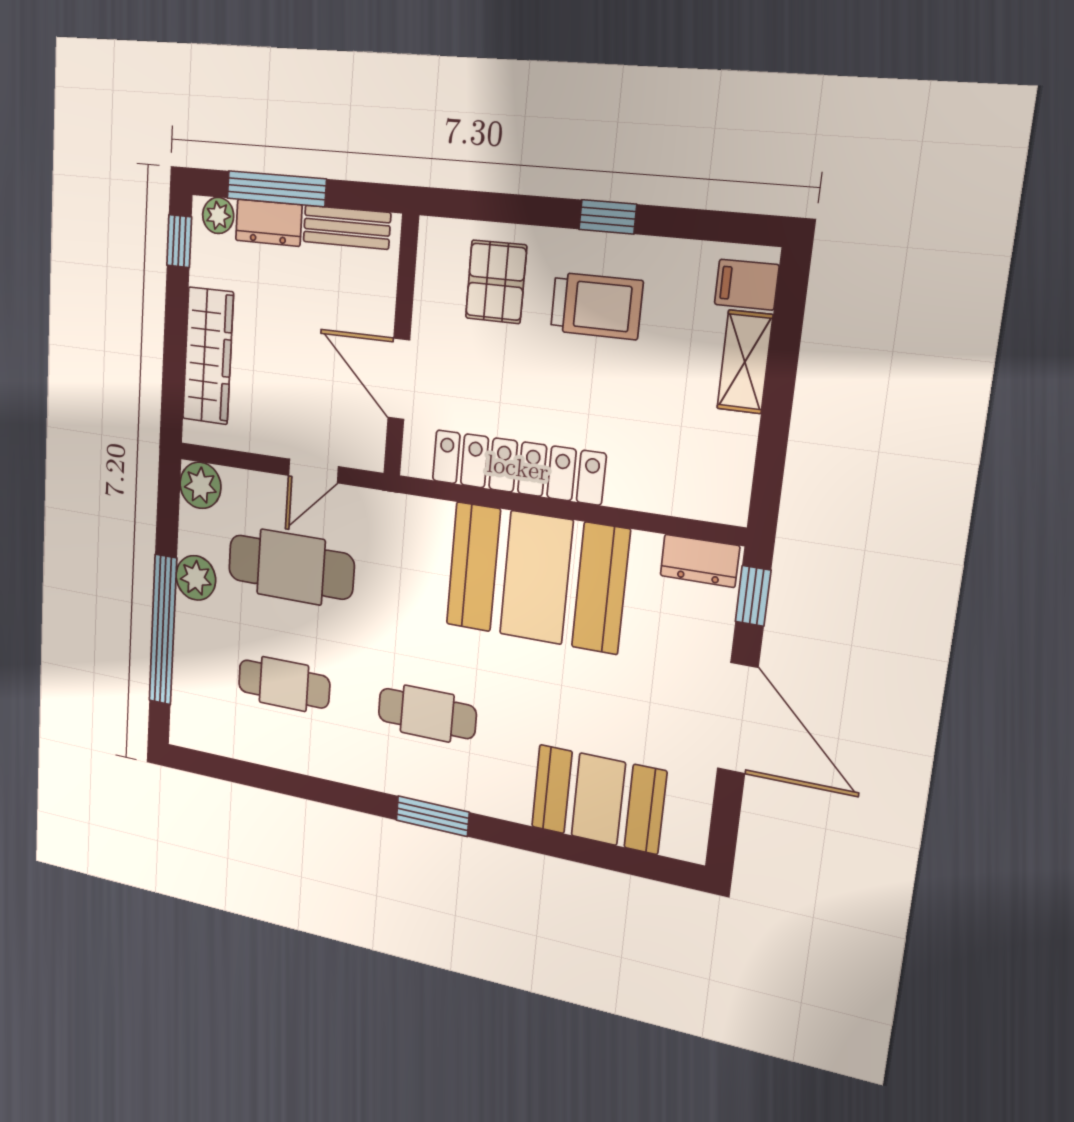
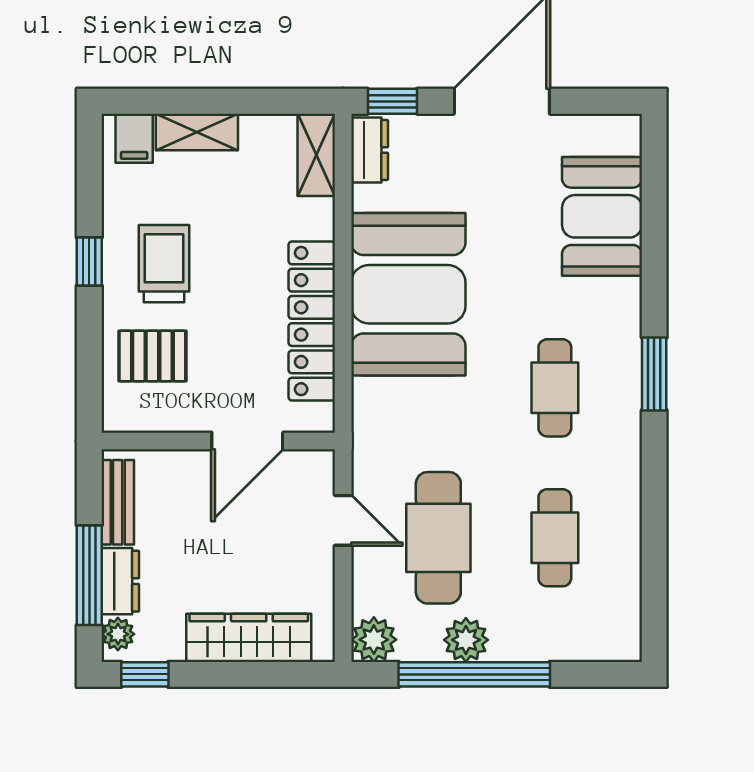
shelving: (701, 499) -> (316, 155), added
window: (163, 630) -> (474, 674), moved

